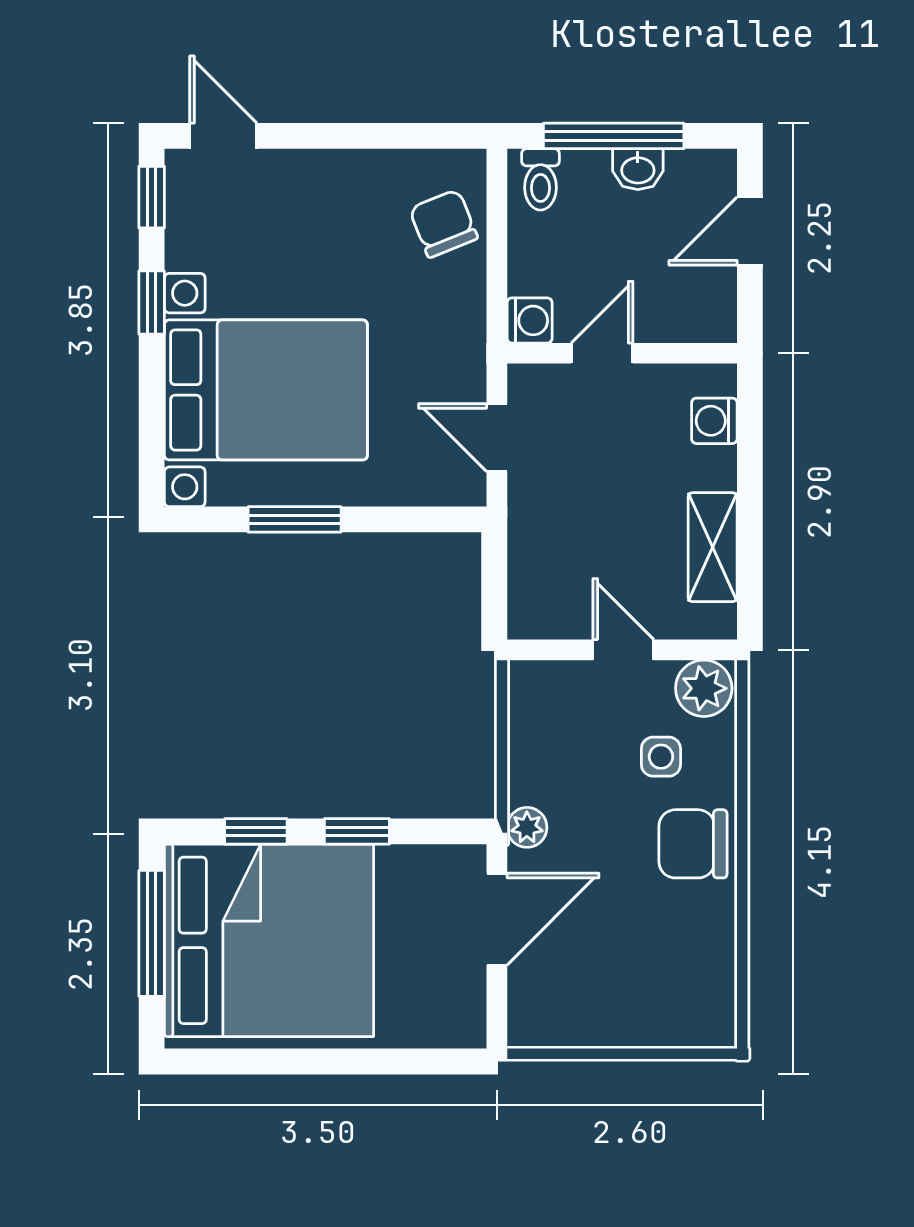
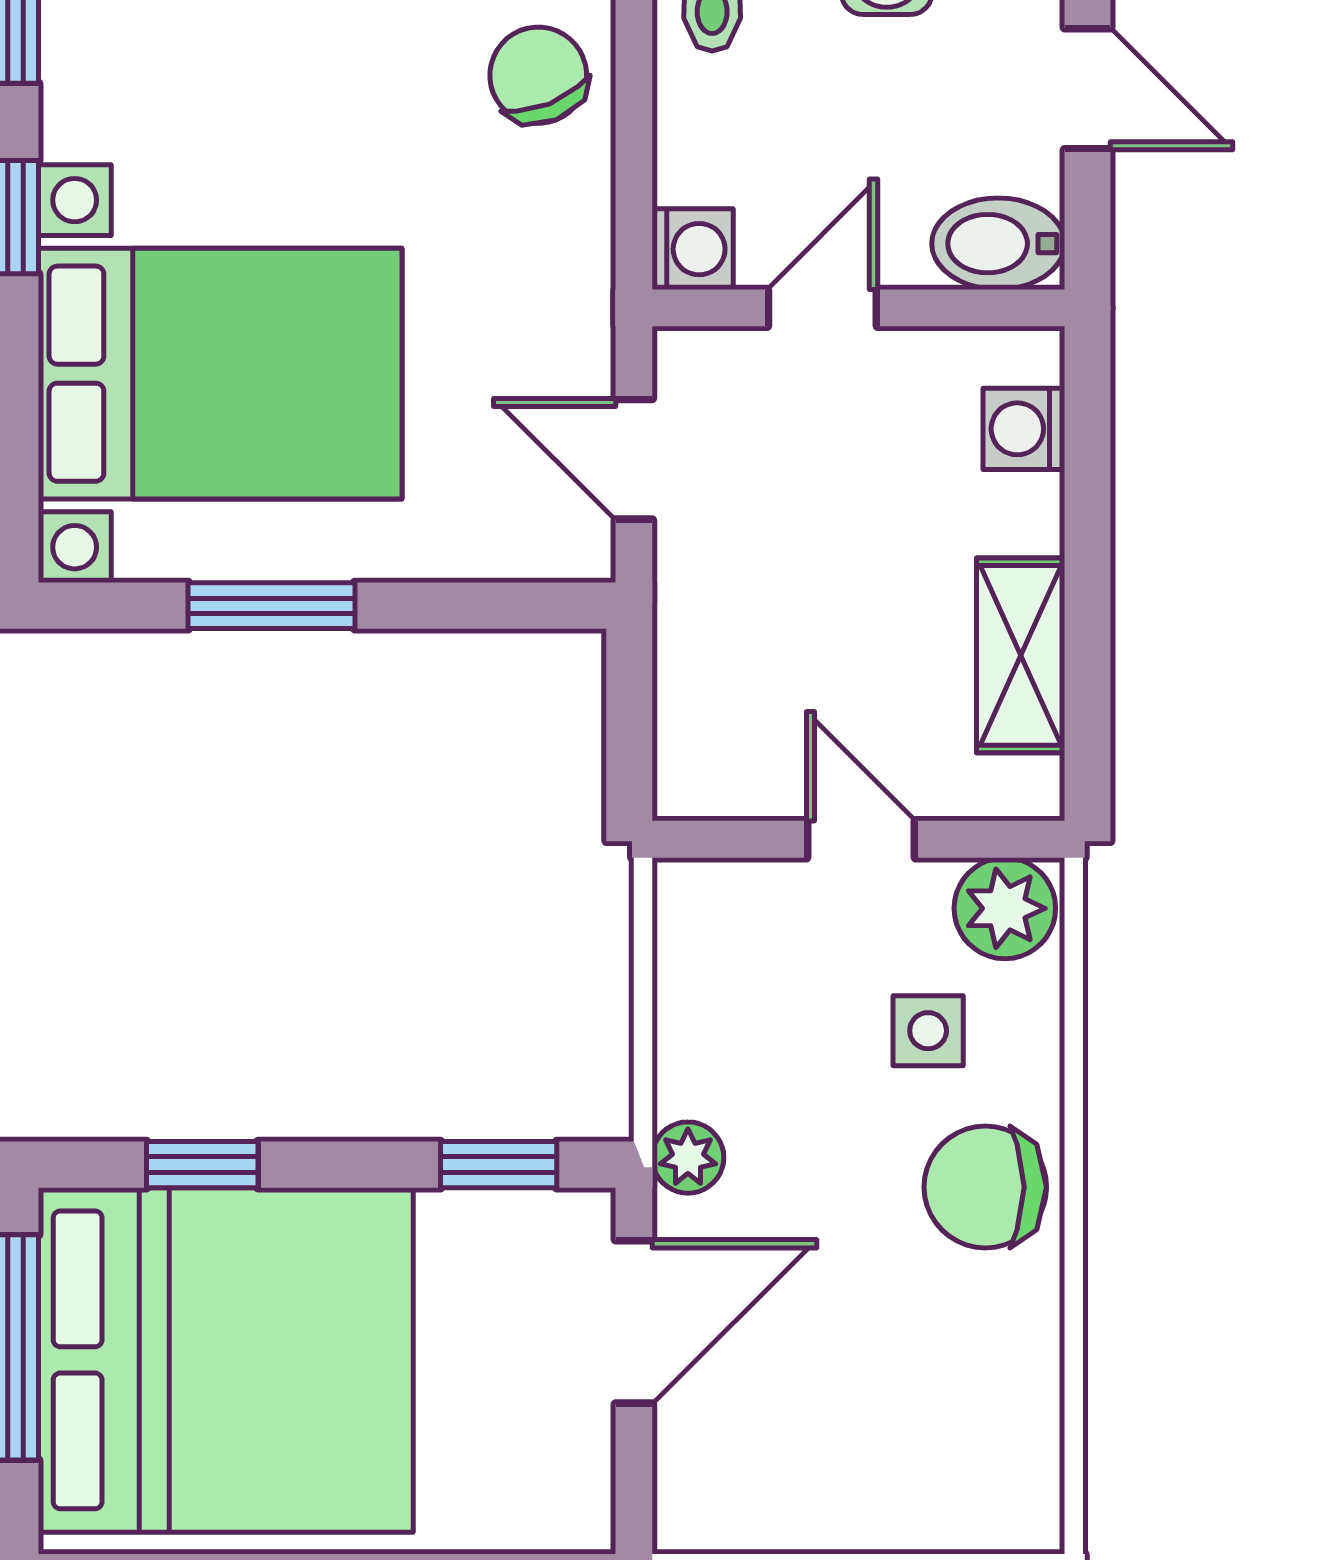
door: (750, 231) -> (1087, 89), swing flipped
bidet: (700, 317) -> (998, 244), added
window: (357, 831) -> (499, 1165), moved

